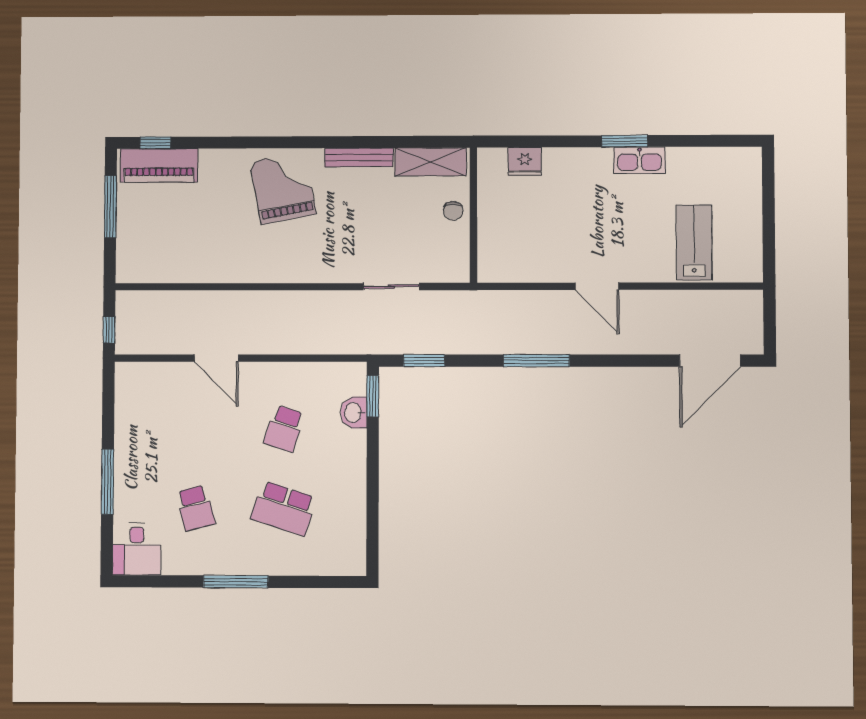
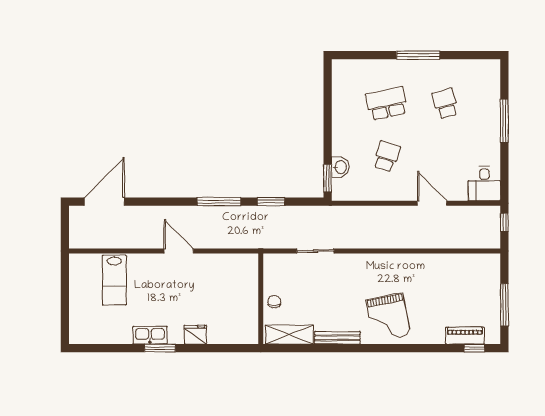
fridge: (525, 161) -> (195, 335), moved
piano: (159, 165) -> (465, 336), width x0.73, depth x0.75
window: (424, 361) -> (271, 202), moved
school desk: (284, 508) -> (387, 103), turned -30
desk: (137, 549) -> (484, 184), moved, turned 180

